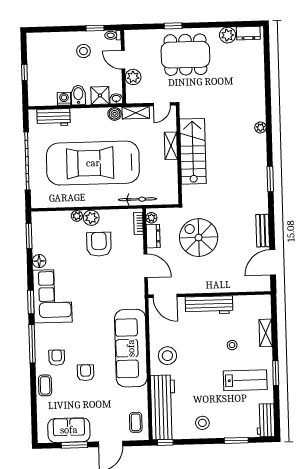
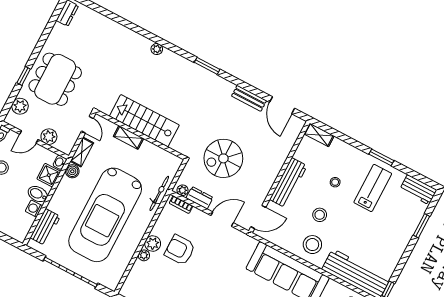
plant: (228, 35) -> (20, 106), moved
shelving: (266, 333) -> (319, 135), moved
stool: (202, 423) -> (320, 215), moved

